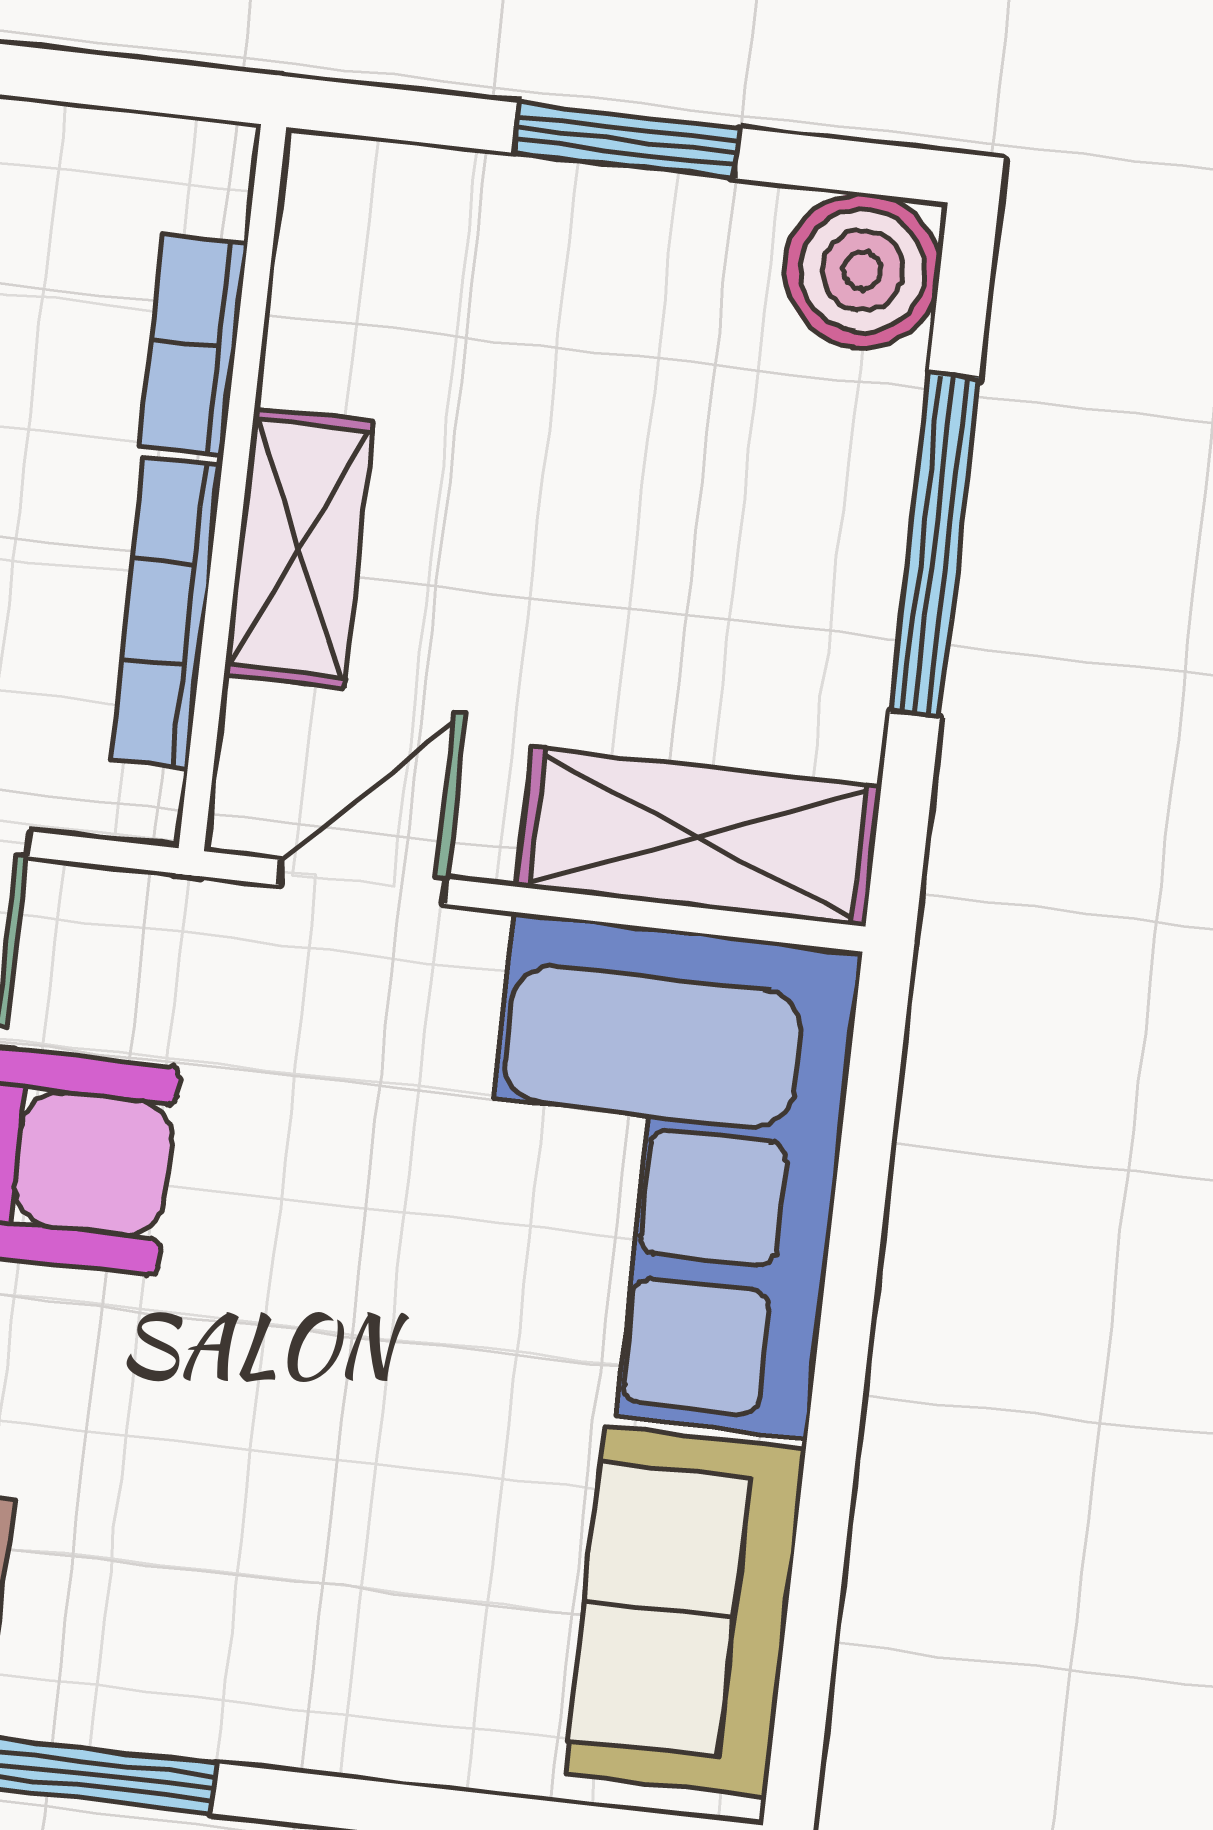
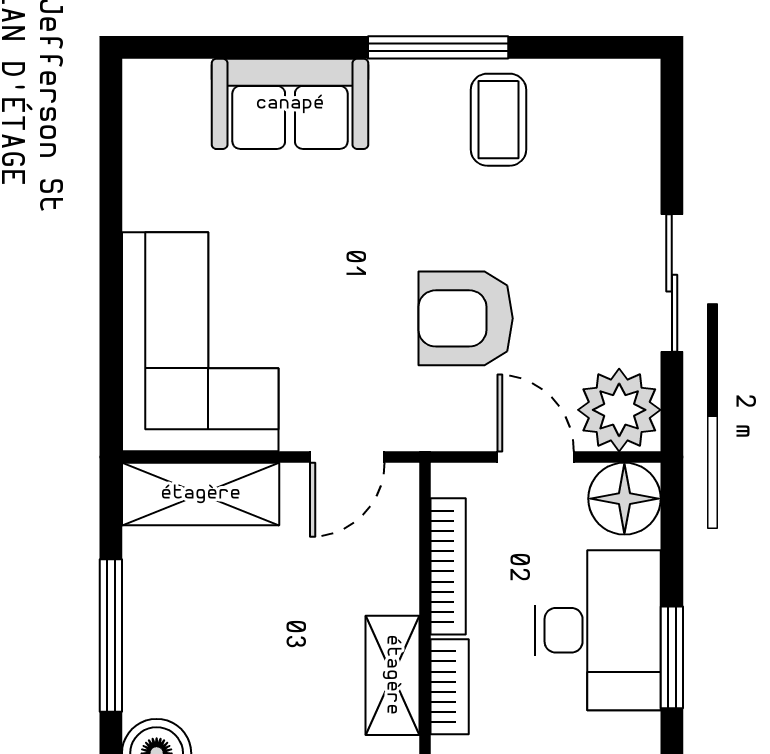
shelving: (299, 548) -> (392, 675), moved
sofa: (685, 1612) -> (290, 104), moved, turned 90

